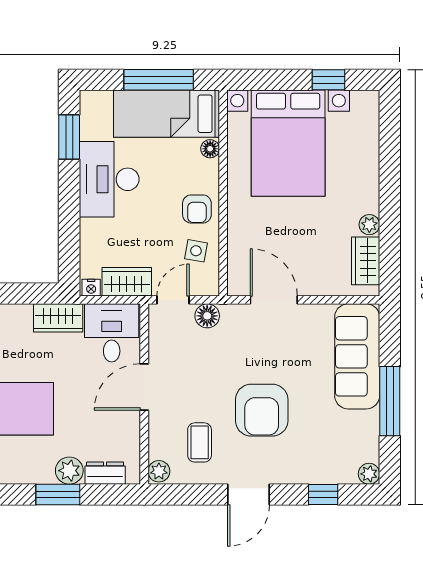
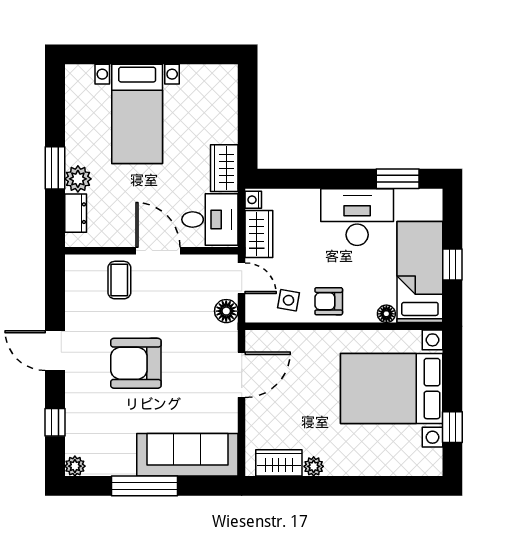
window: (159, 80) -> (452, 264), width x0.46
coffee table: (200, 442) -> (119, 280), moved, turned 90
plant: (159, 471) -> (77, 265), removed

